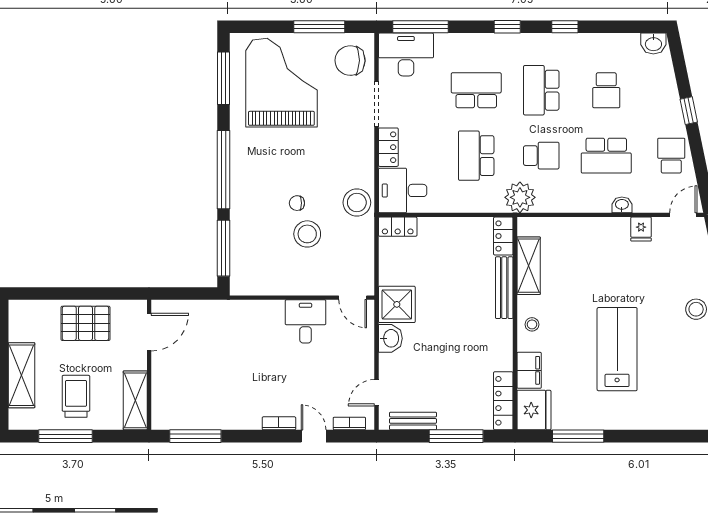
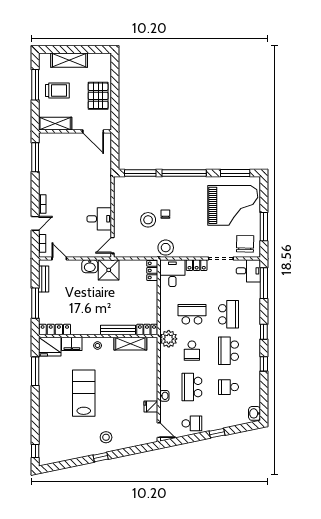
desk: (406, 54) -> (248, 271), width x0.73
school desk: (541, 90) -> (228, 351), turned -90
lab bench: (617, 349) -> (84, 393), turned -90

